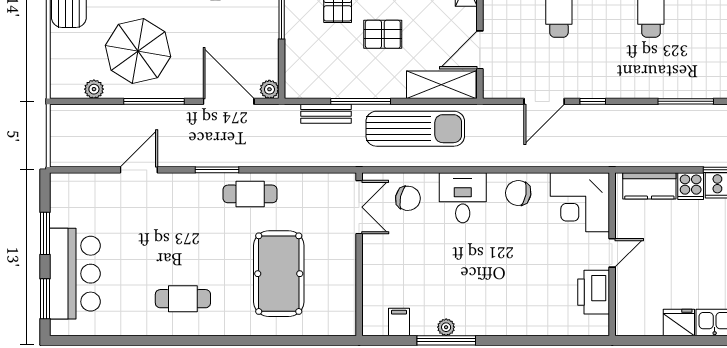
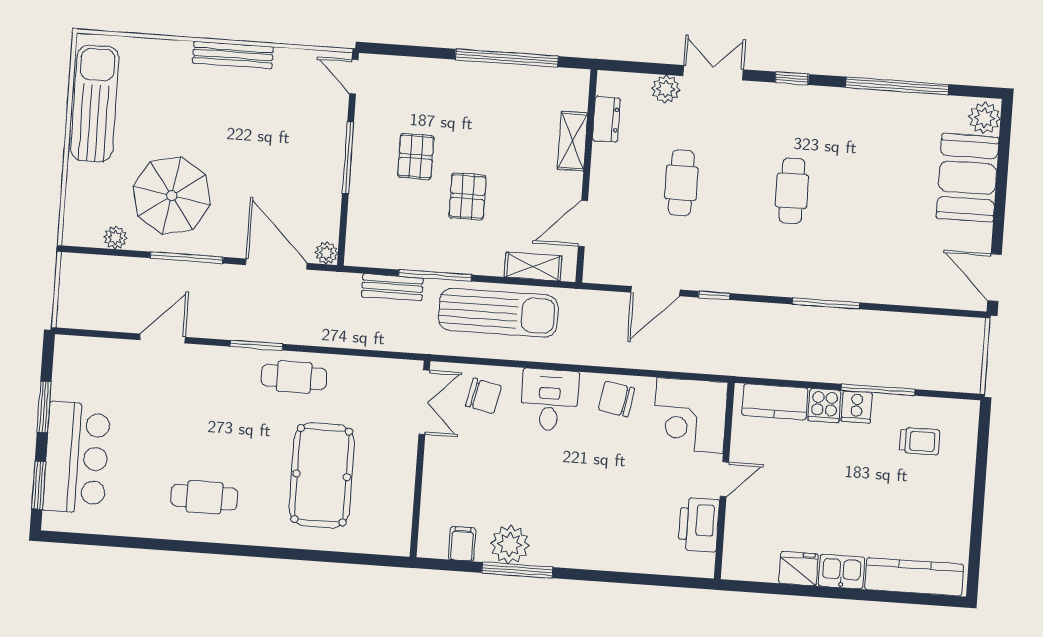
pallet: (383, 34) -> (467, 196), turned 90
shelving: (441, 85) -> (533, 267), width x0.67, depth x0.75
plant: (446, 327) -> (510, 544), width x1.87, depth x1.87

